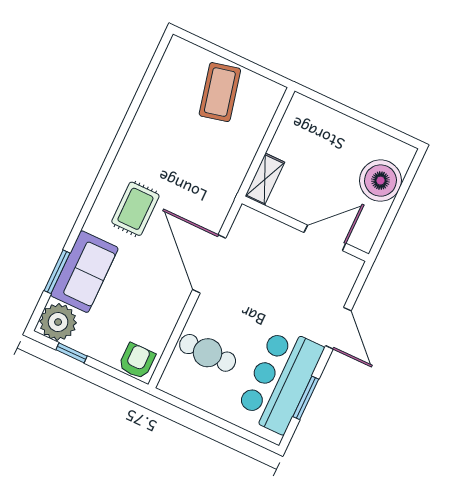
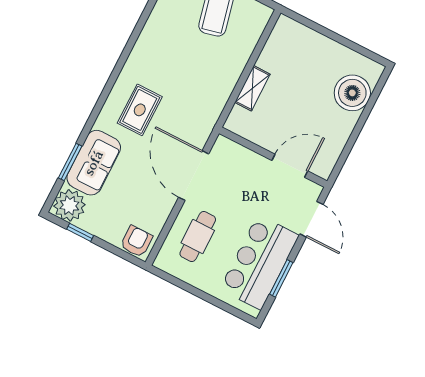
wall: (305, 229) -> (273, 157), moved
door: (325, 238) -> (290, 166), moved
door: (209, 264) -> (194, 176), moved
cafe table: (208, 353) -> (198, 237), turned 90

